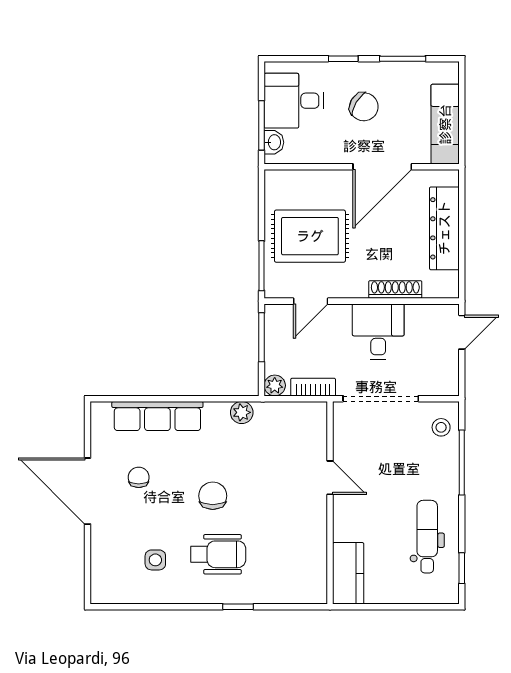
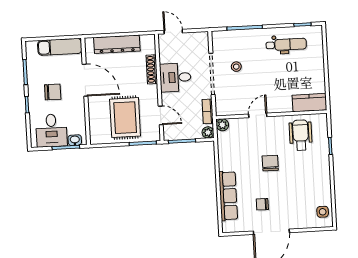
chair: (364, 107) -> (53, 92), turned 59
plant: (242, 412) -> (222, 125), moved
stool: (441, 427) -> (236, 67), moved
door: (330, 478) -> (258, 115), moved
chair: (213, 496) -> (270, 163), turned 90
wall: (330, 503) -> (271, 115), moved
dental chair: (427, 537) -> (286, 45), turned 180
wheelchair: (218, 554) -> (301, 135), moved
side table: (155, 560) -> (323, 212), moved
kitchen counter: (348, 573) -> (309, 103), moved

